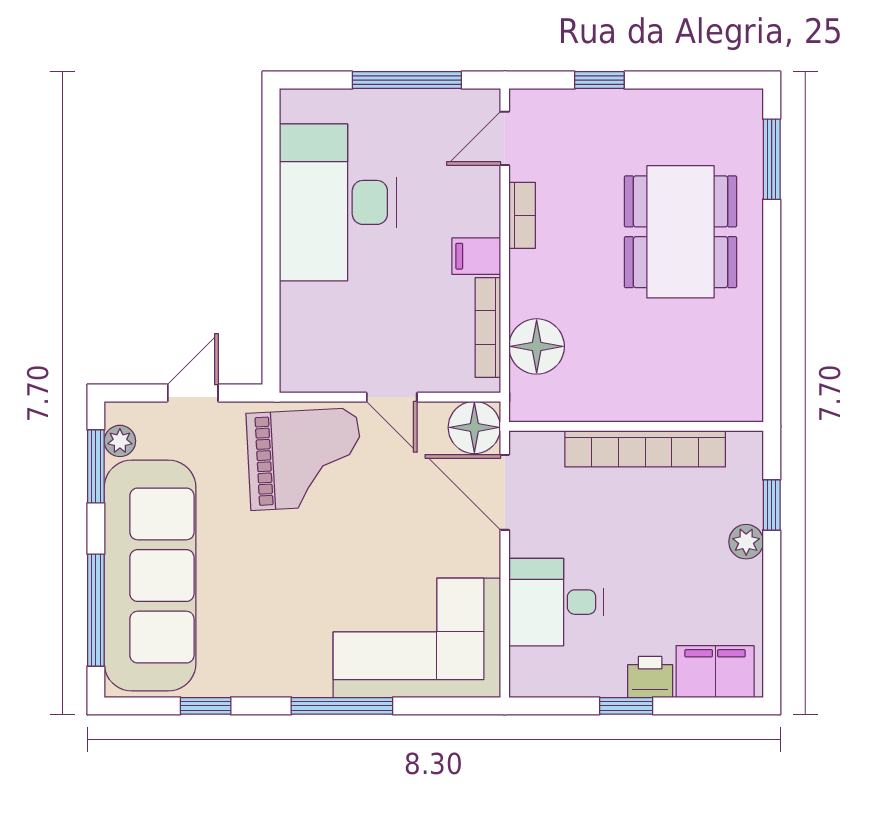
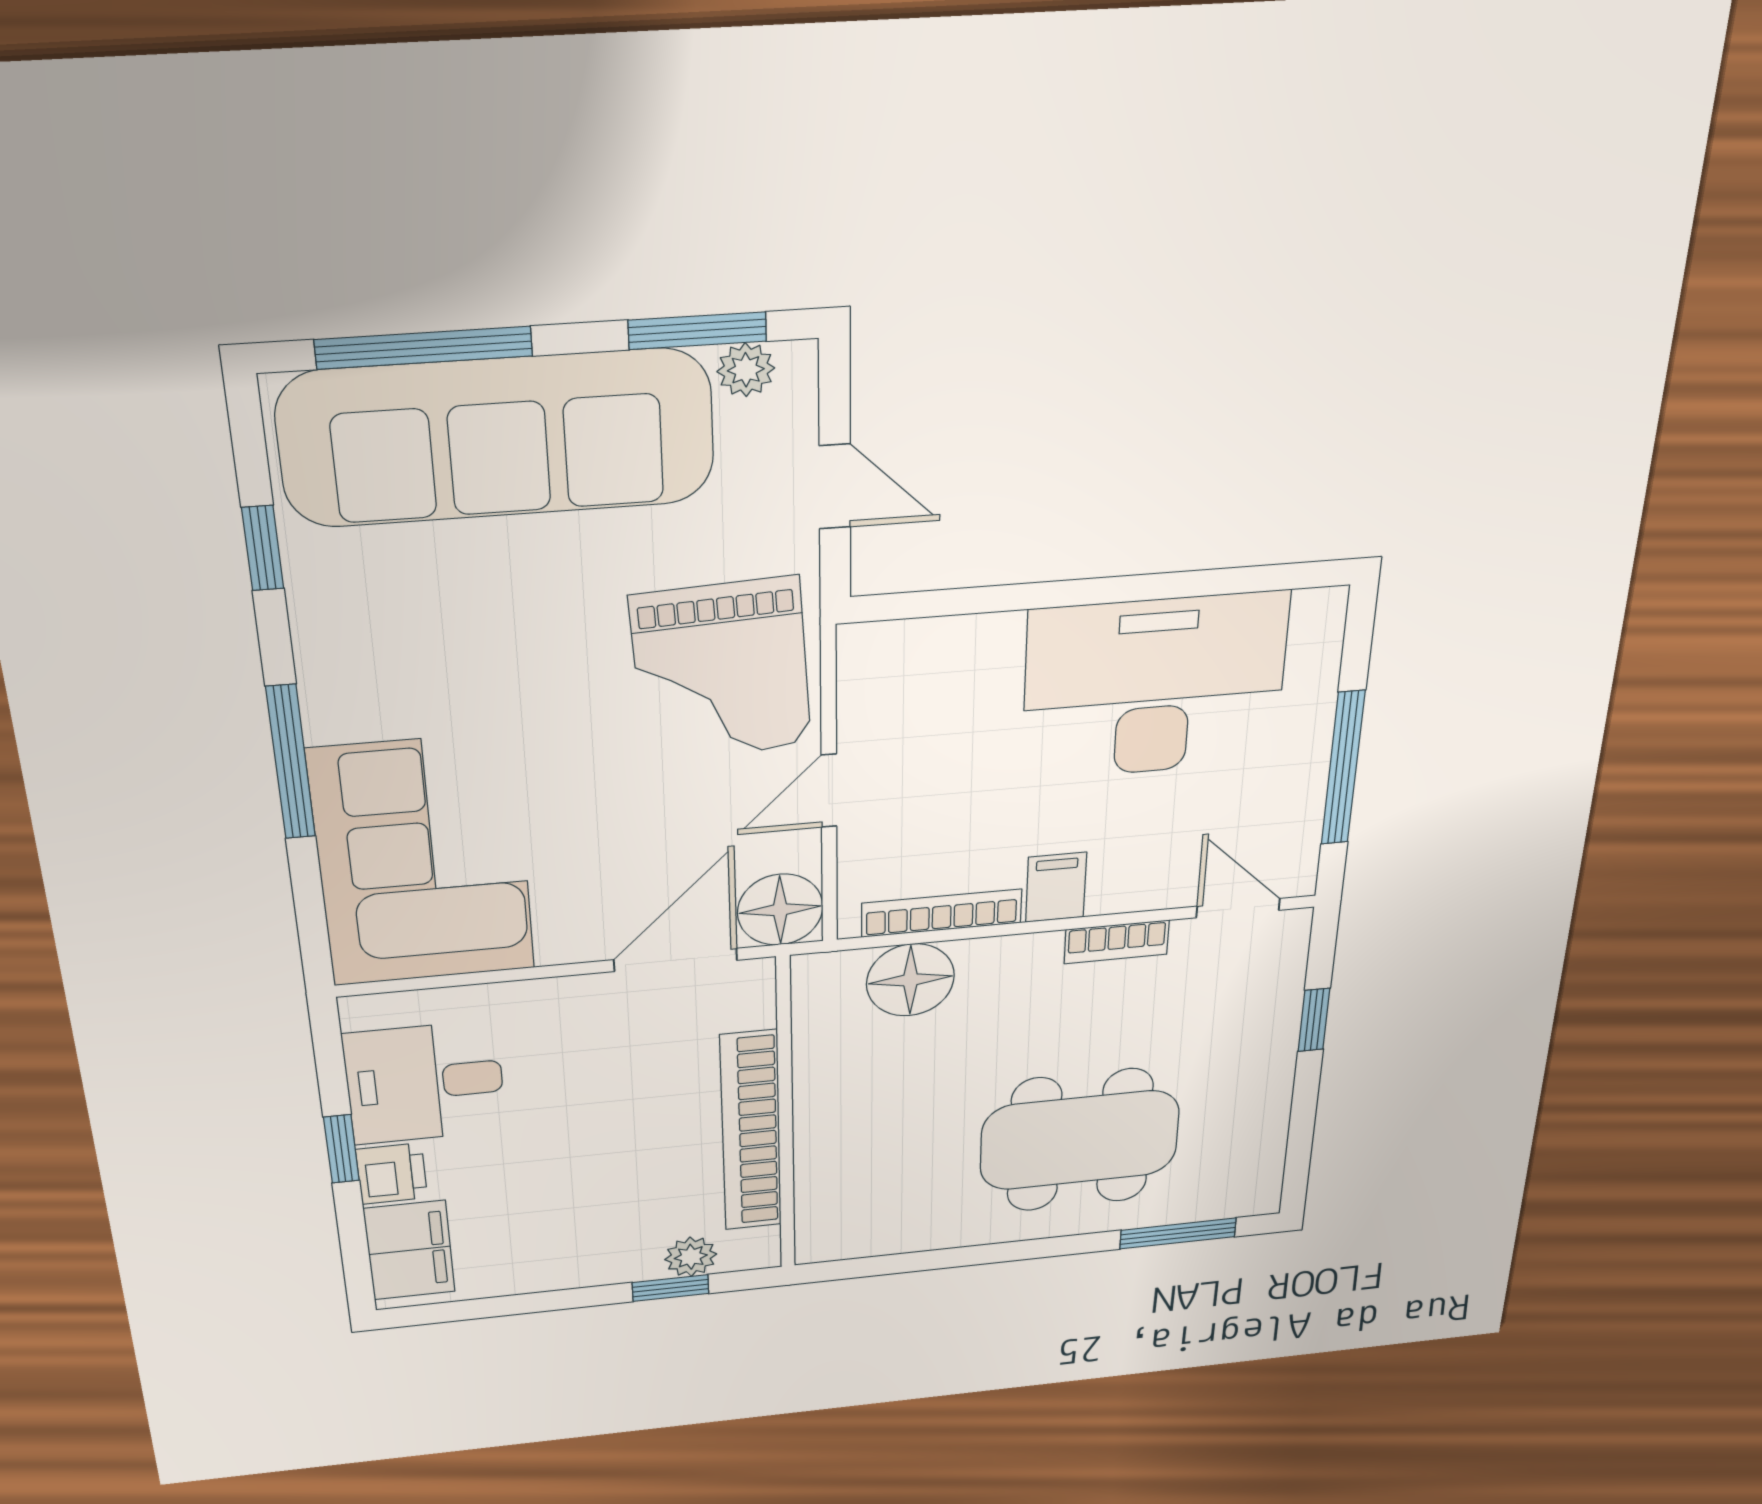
plant: (746, 542) -> (691, 1257), moved
desk: (556, 602) -> (425, 1083), moved, turned -90

